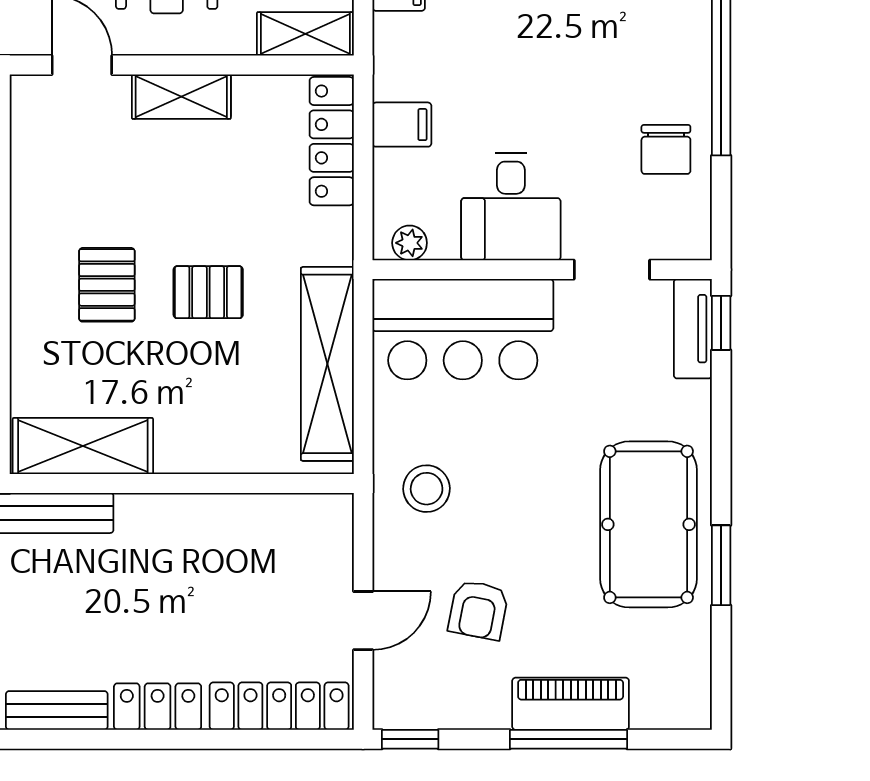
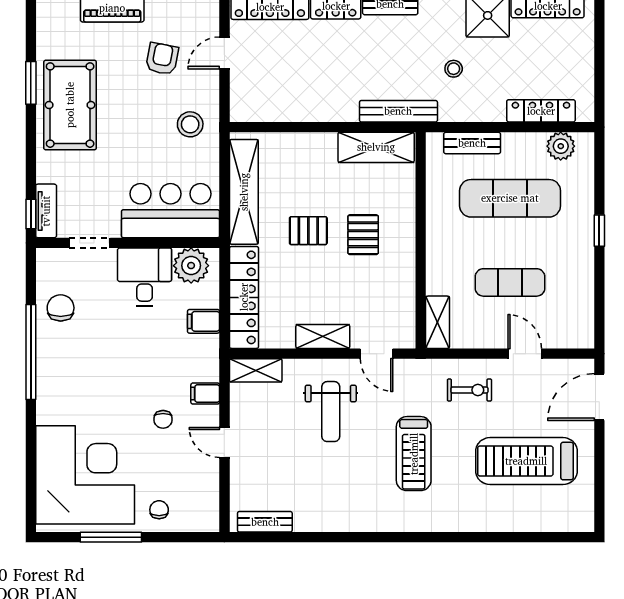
locker: (332, 141) -> (244, 297), width x1.41, depth x1.21
plant: (410, 243) -> (191, 266), width x1.87, depth x1.87

